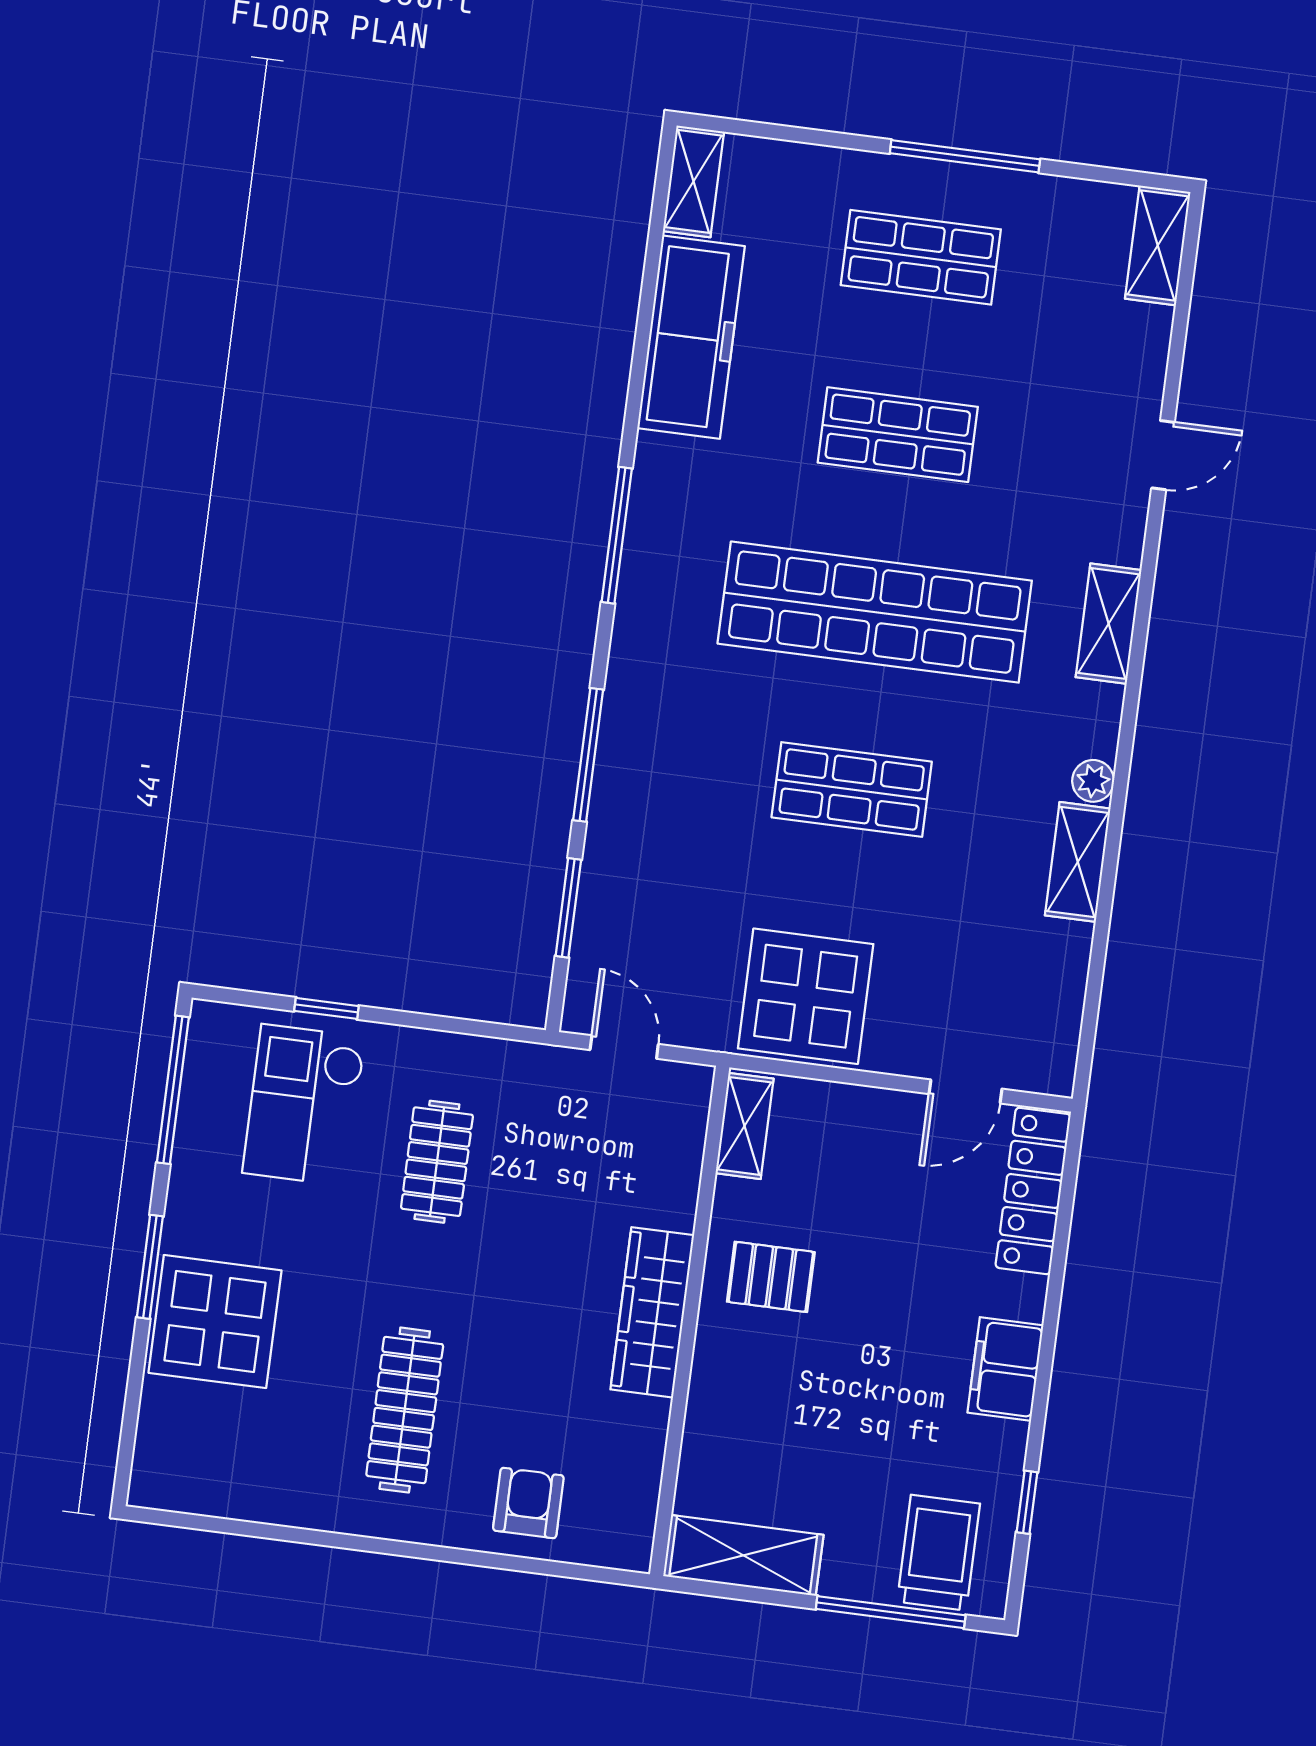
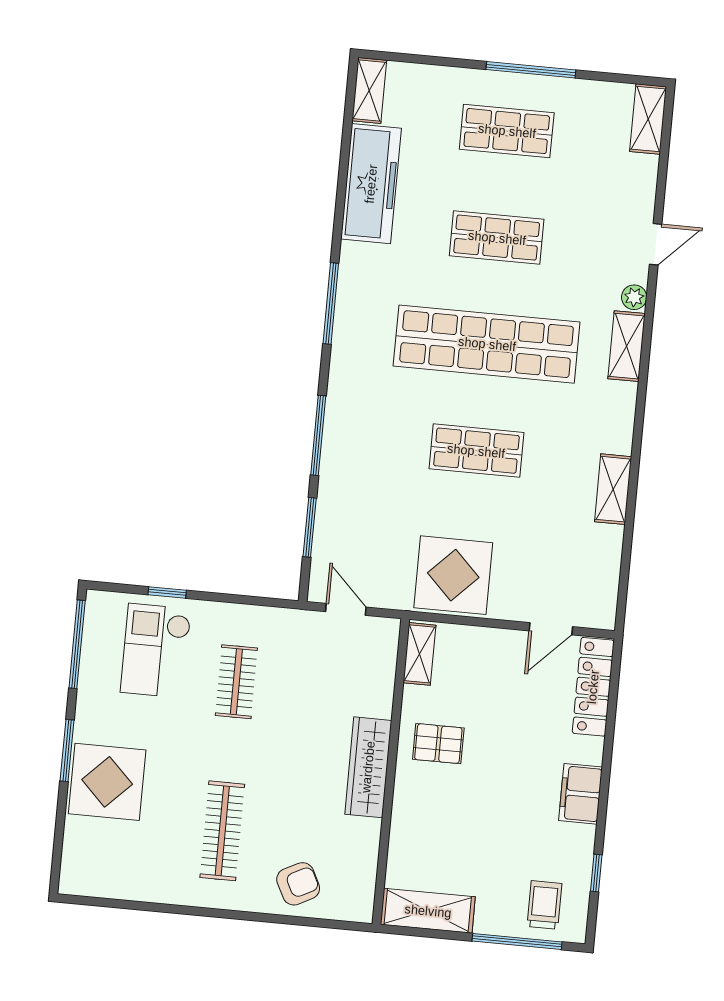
plant: (1093, 781) -> (634, 297), moved
armchair: (528, 1503) -> (298, 884), turned 63
trolley: (939, 1553) -> (544, 905), width x0.73, depth x0.72

